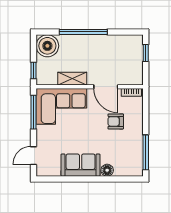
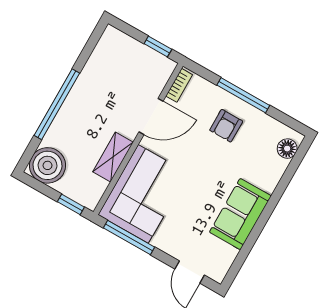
window: (146, 53) -> (158, 47), moved
armchair: (116, 121) -> (226, 126), moved
window: (146, 152) -> (243, 95), moved
floor lamp: (107, 170) -> (287, 149), moved

